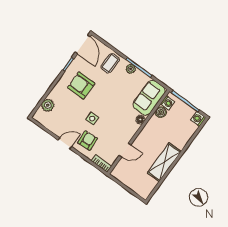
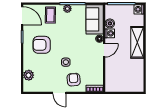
washing machine: (168, 103) -> (110, 33), moved
door: (65, 143) -> (59, 93), swing flipped
door: (125, 150) -> (104, 50), moved
shelving: (164, 162) -> (137, 42), moved

